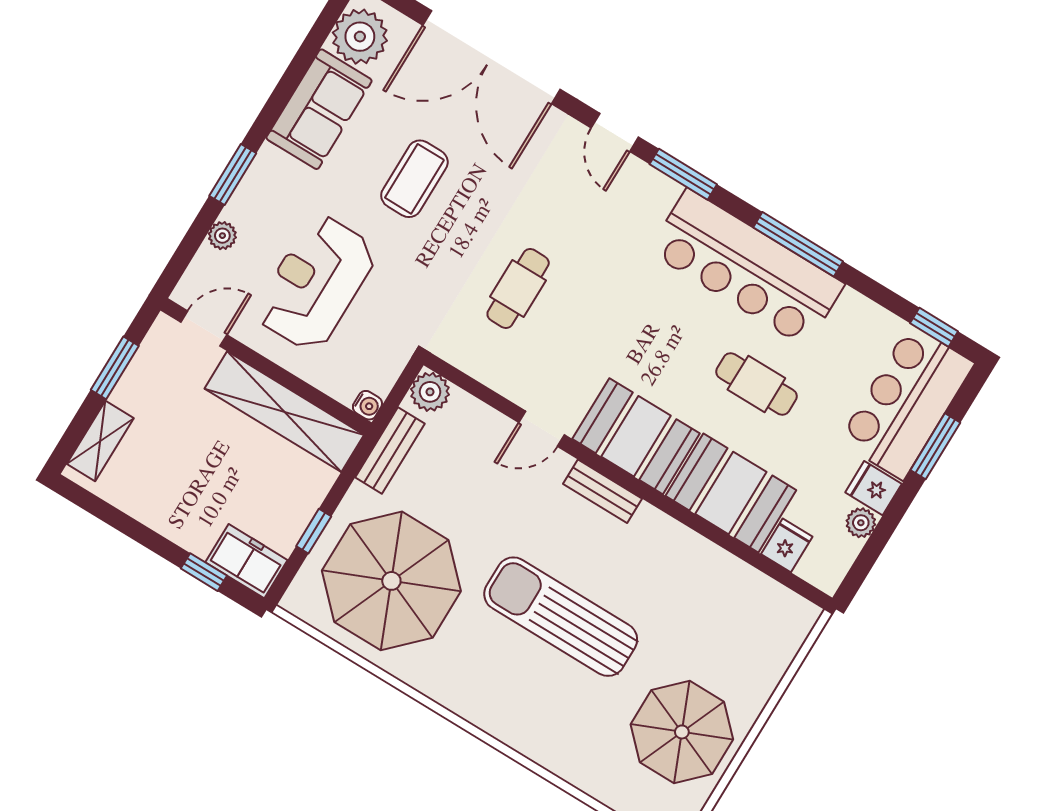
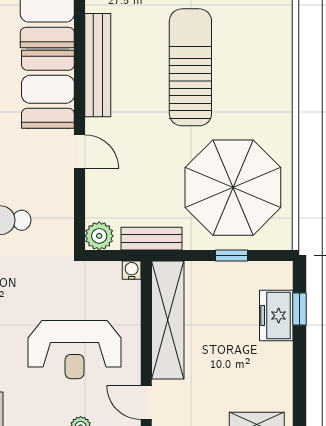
bench: (603, 491) -> (98, 65), width x1.86, depth x1.21
freezer: (246, 561) -> (276, 316), moved
sun lounger: (561, 617) -> (190, 67), turned 180

